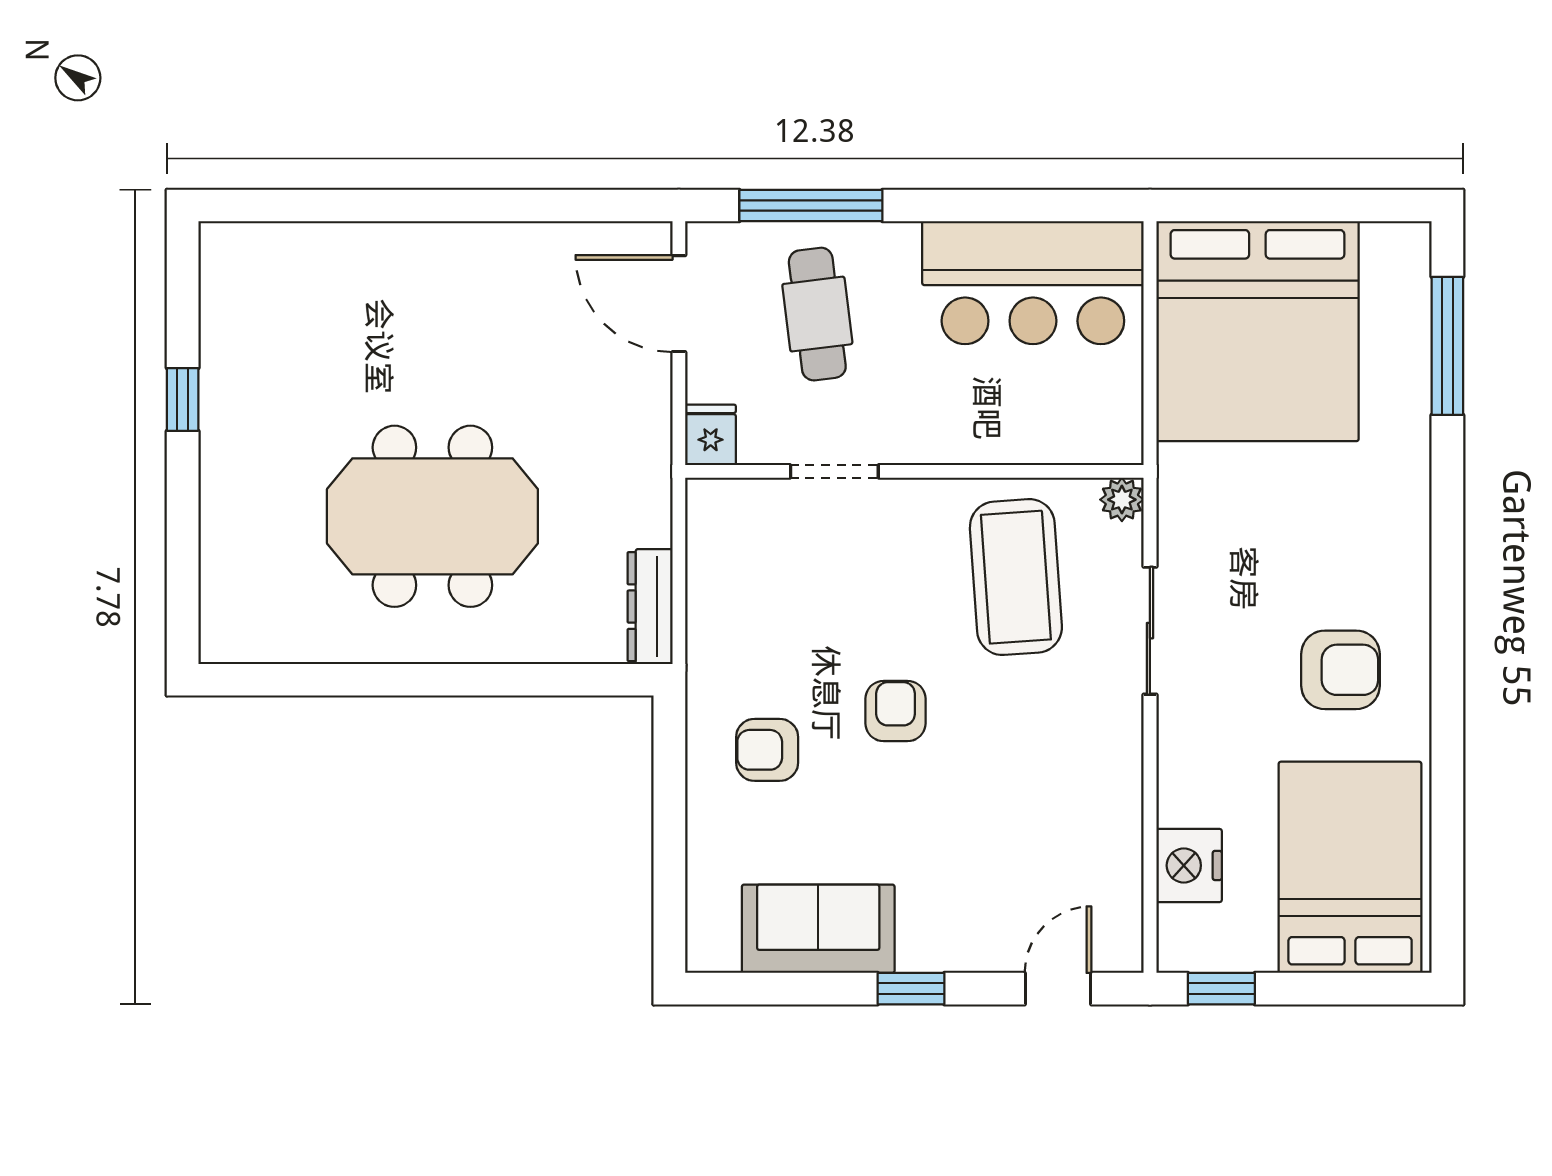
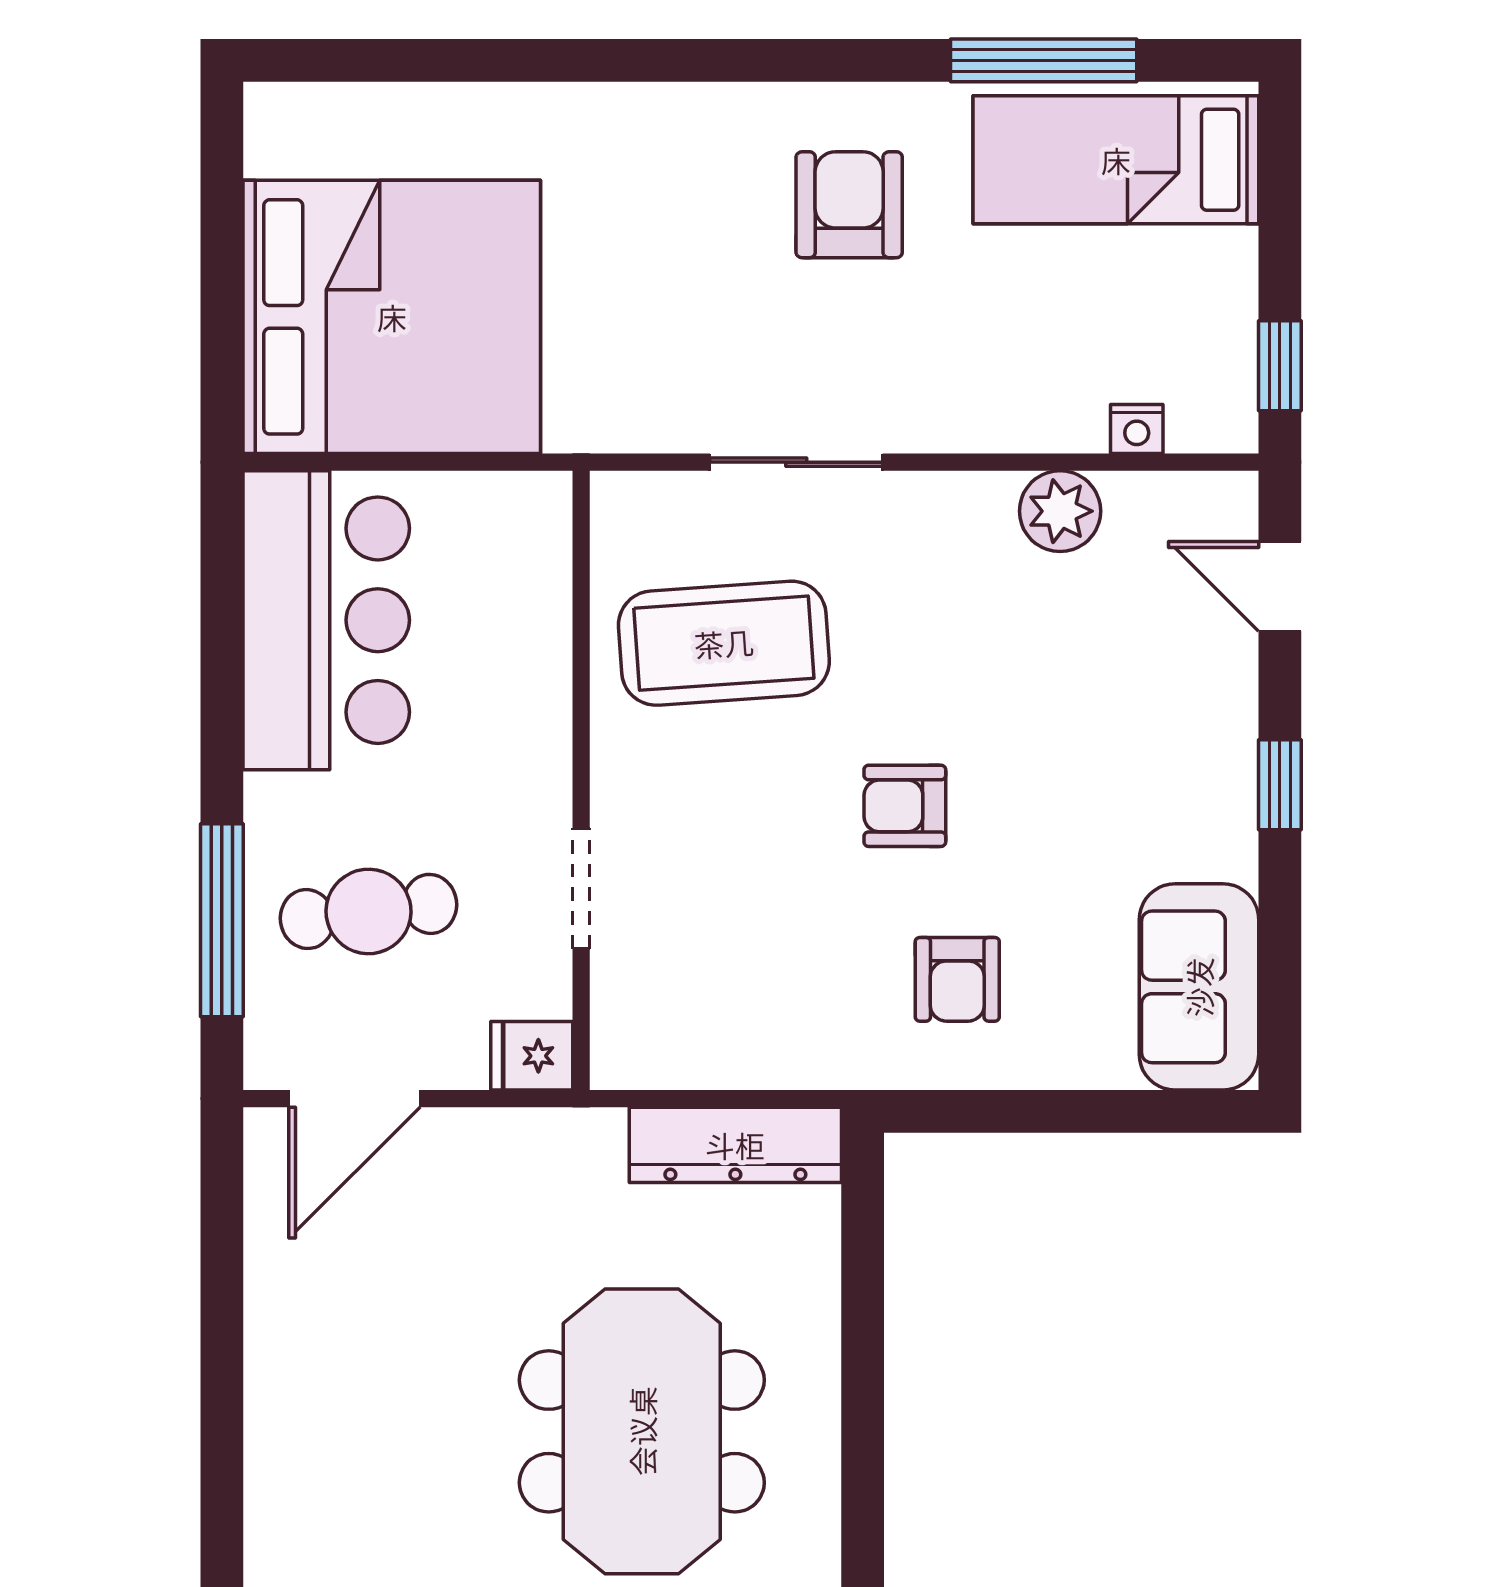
window: (1447, 346) -> (1044, 60), moved
plant: (1122, 500) -> (1060, 511), moved, width x1.38, depth x1.38
dresser: (650, 607) -> (735, 1145), width x1.37, depth x1.24
nightstand: (1189, 865) -> (1137, 429), width x0.53, depth x0.56
bed: (1350, 867) -> (1116, 160), width x0.67
sofa: (818, 929) -> (1199, 987), moved

